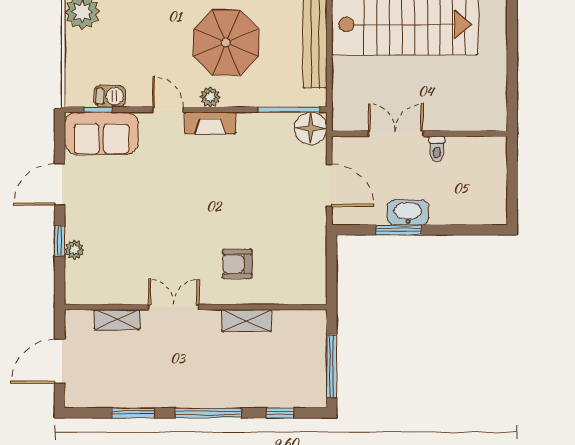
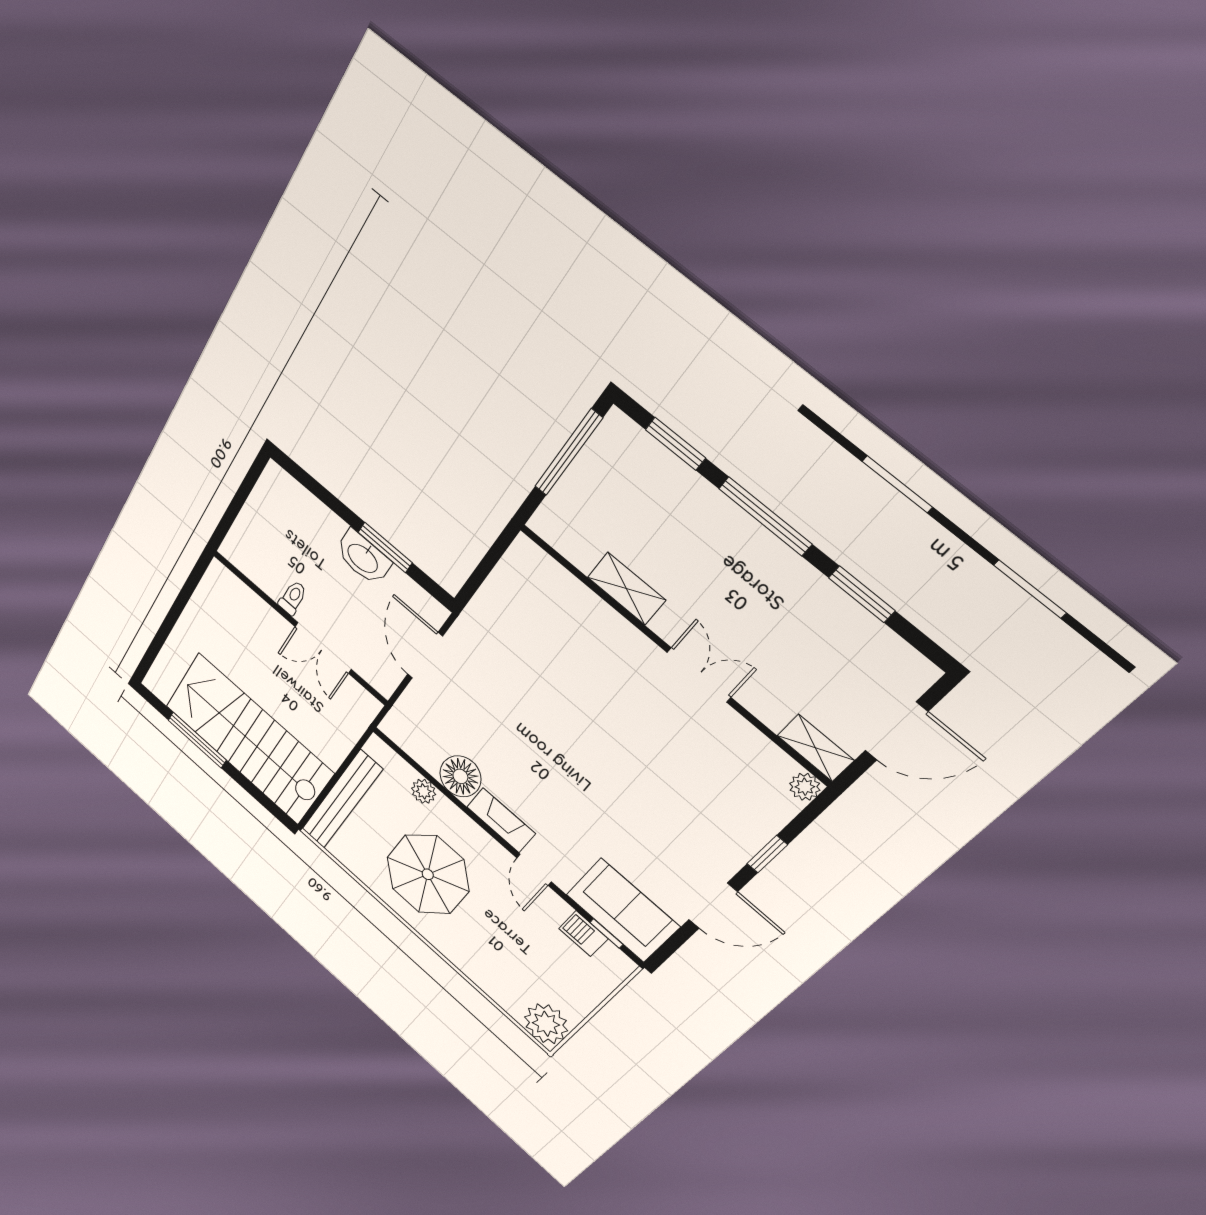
plant: (210, 97) -> (424, 791), moved
window: (289, 110) -> (412, 762), removed
floor lamp: (311, 128) -> (460, 776), moved
plant: (74, 250) -> (805, 787), moved
armchair: (237, 264) -> (586, 659), removed
double door: (174, 307) -> (699, 675), swing flipped
shelving: (117, 320) -> (815, 748), moved
window: (280, 413) -> (675, 444), width x1.50

